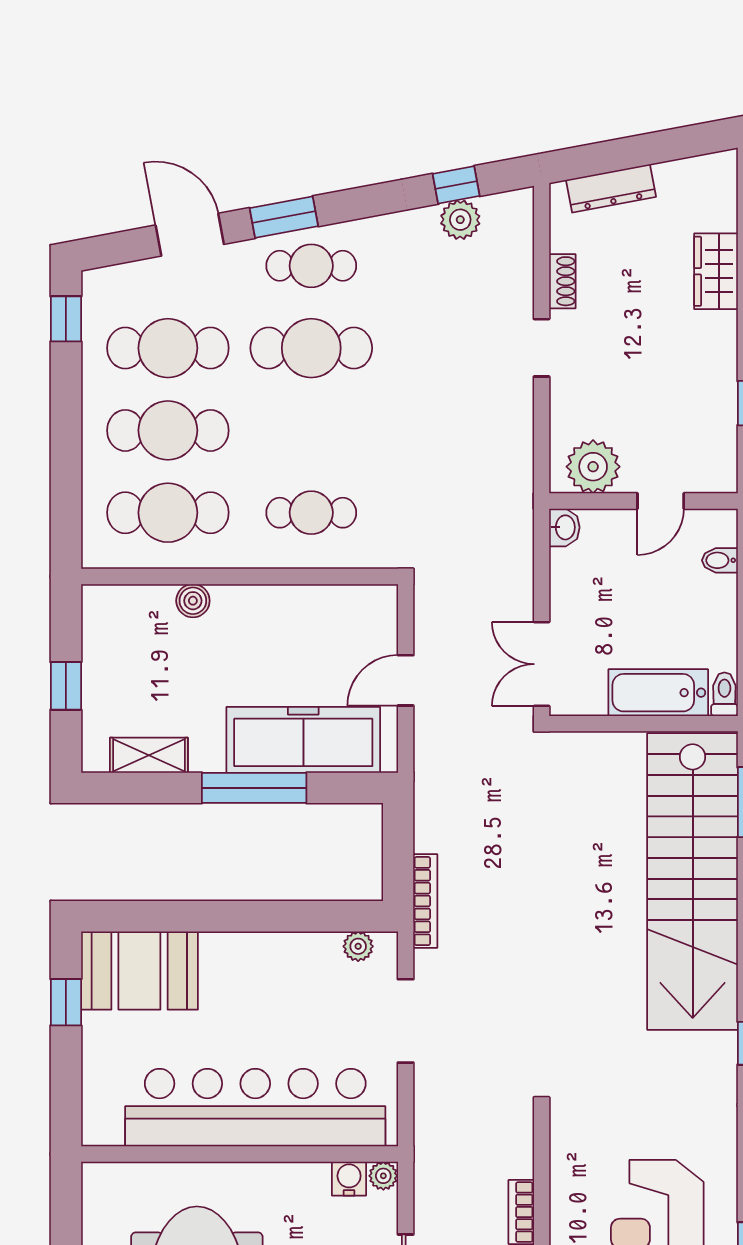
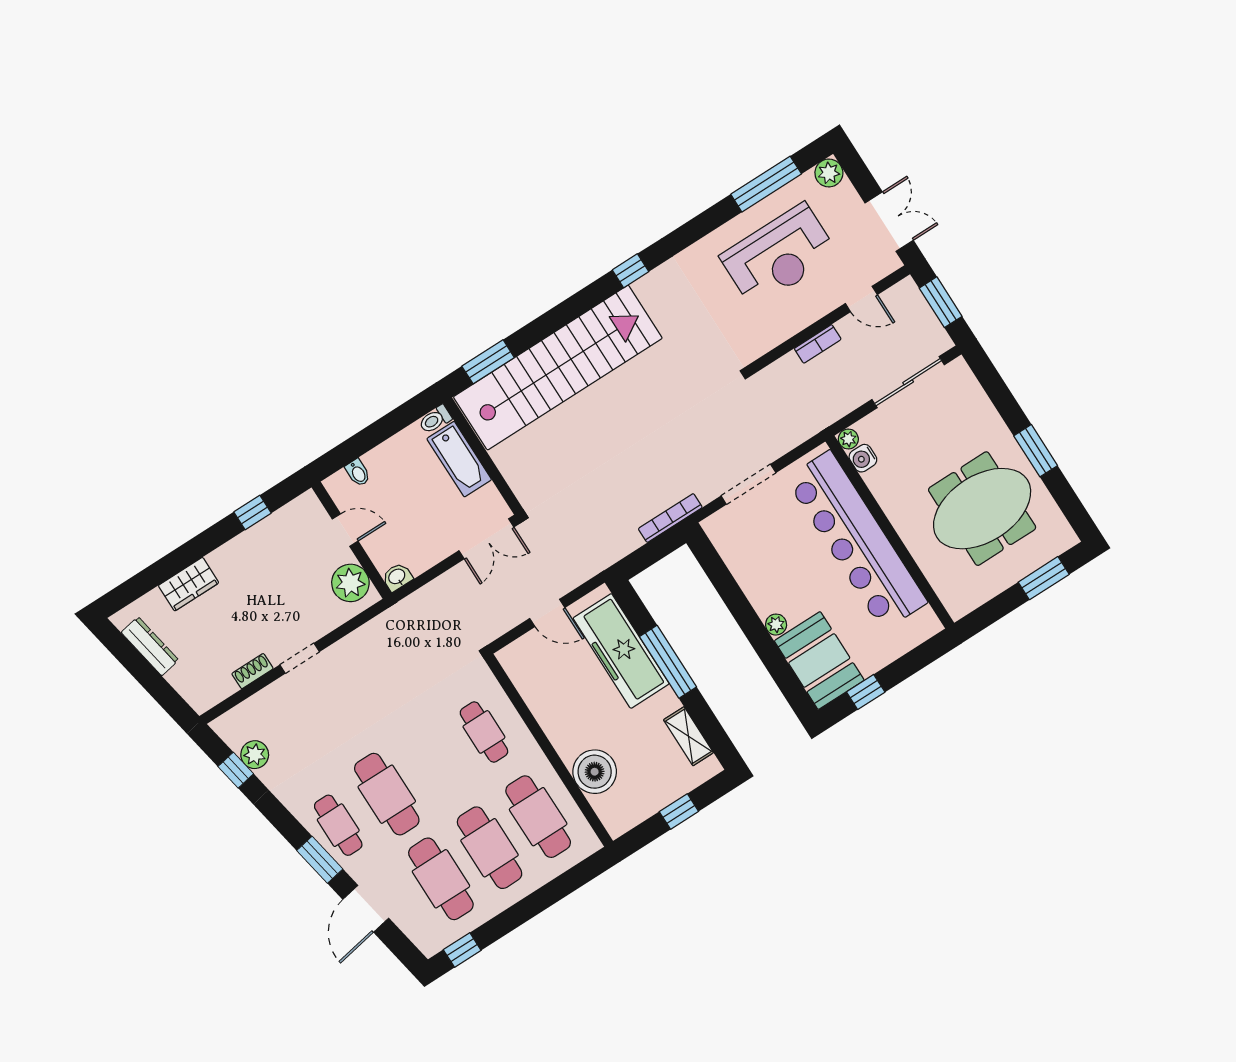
dresser: (611, 188) -> (150, 646), moved
boiler: (193, 601) -> (595, 772), width x1.86, depth x1.86
plant: (358, 946) -> (776, 625), moved

